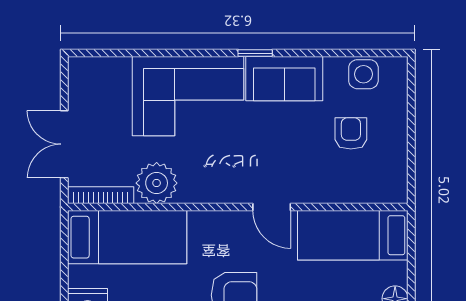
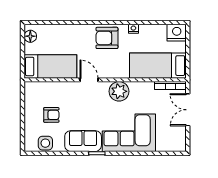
armchair: (351, 133) -> (51, 115), turned -90
double door: (64, 144) -> (188, 110), swing flipped
plant: (157, 183) -> (119, 91), moved

